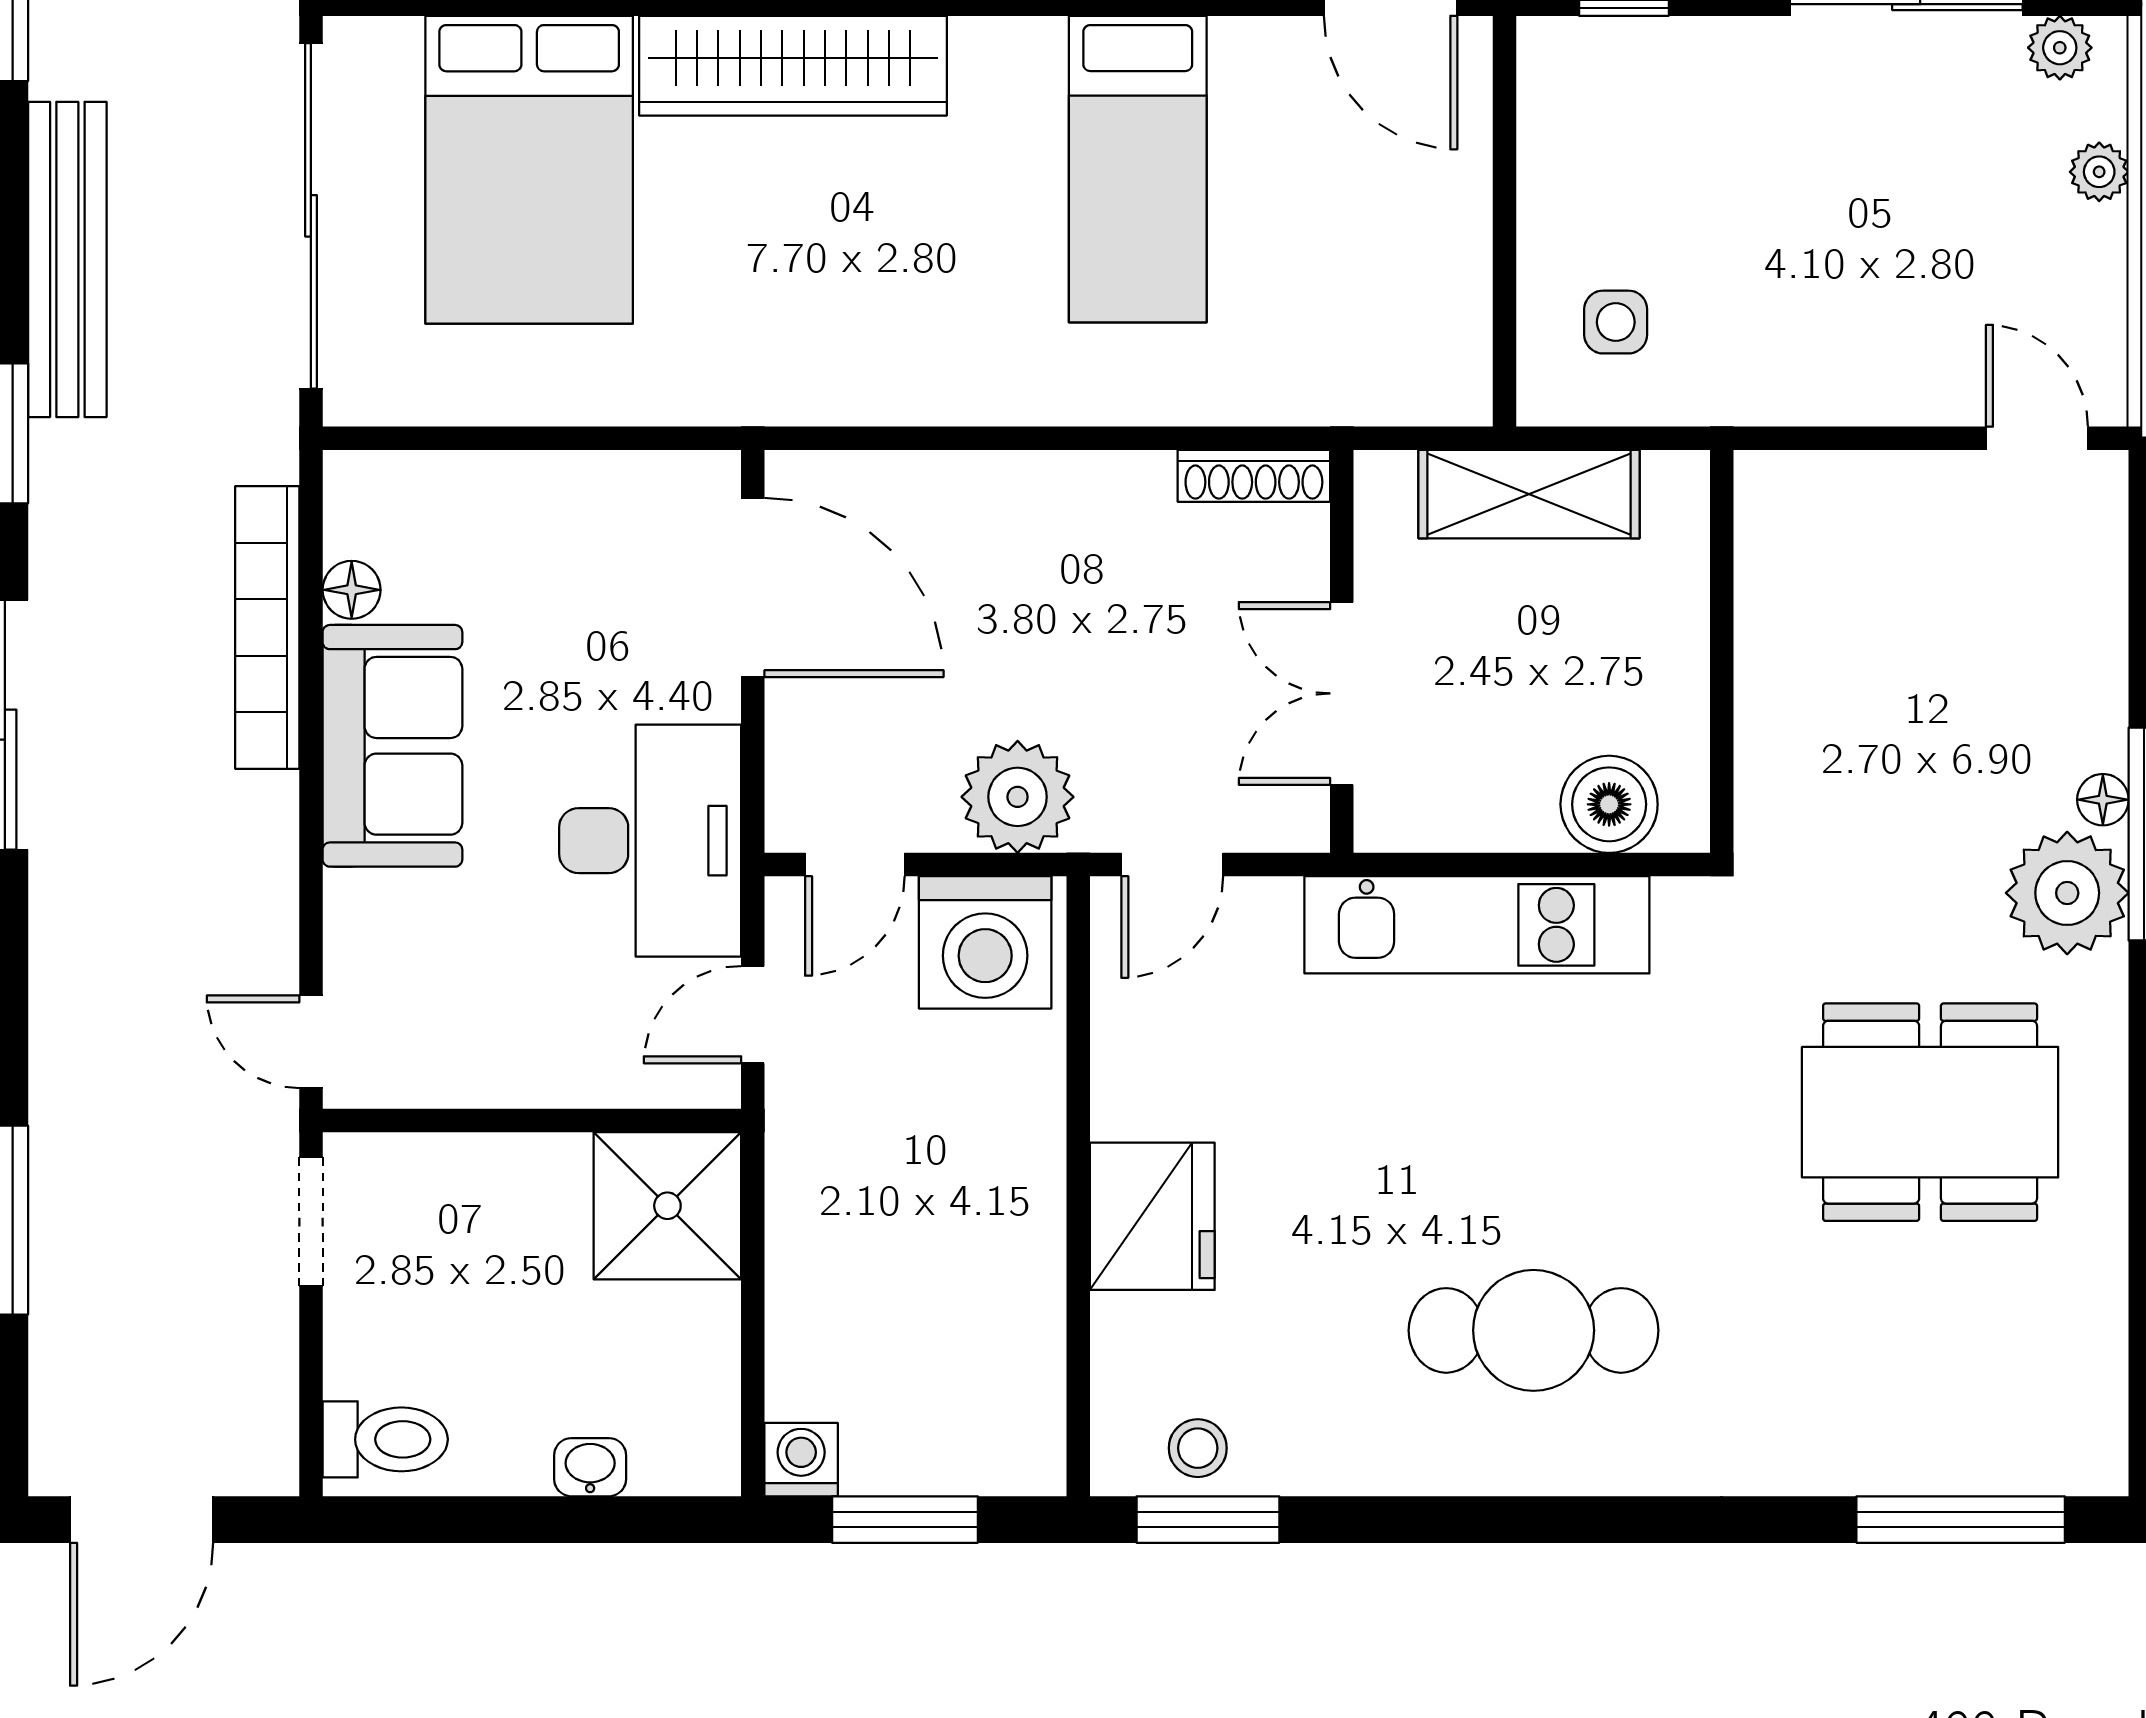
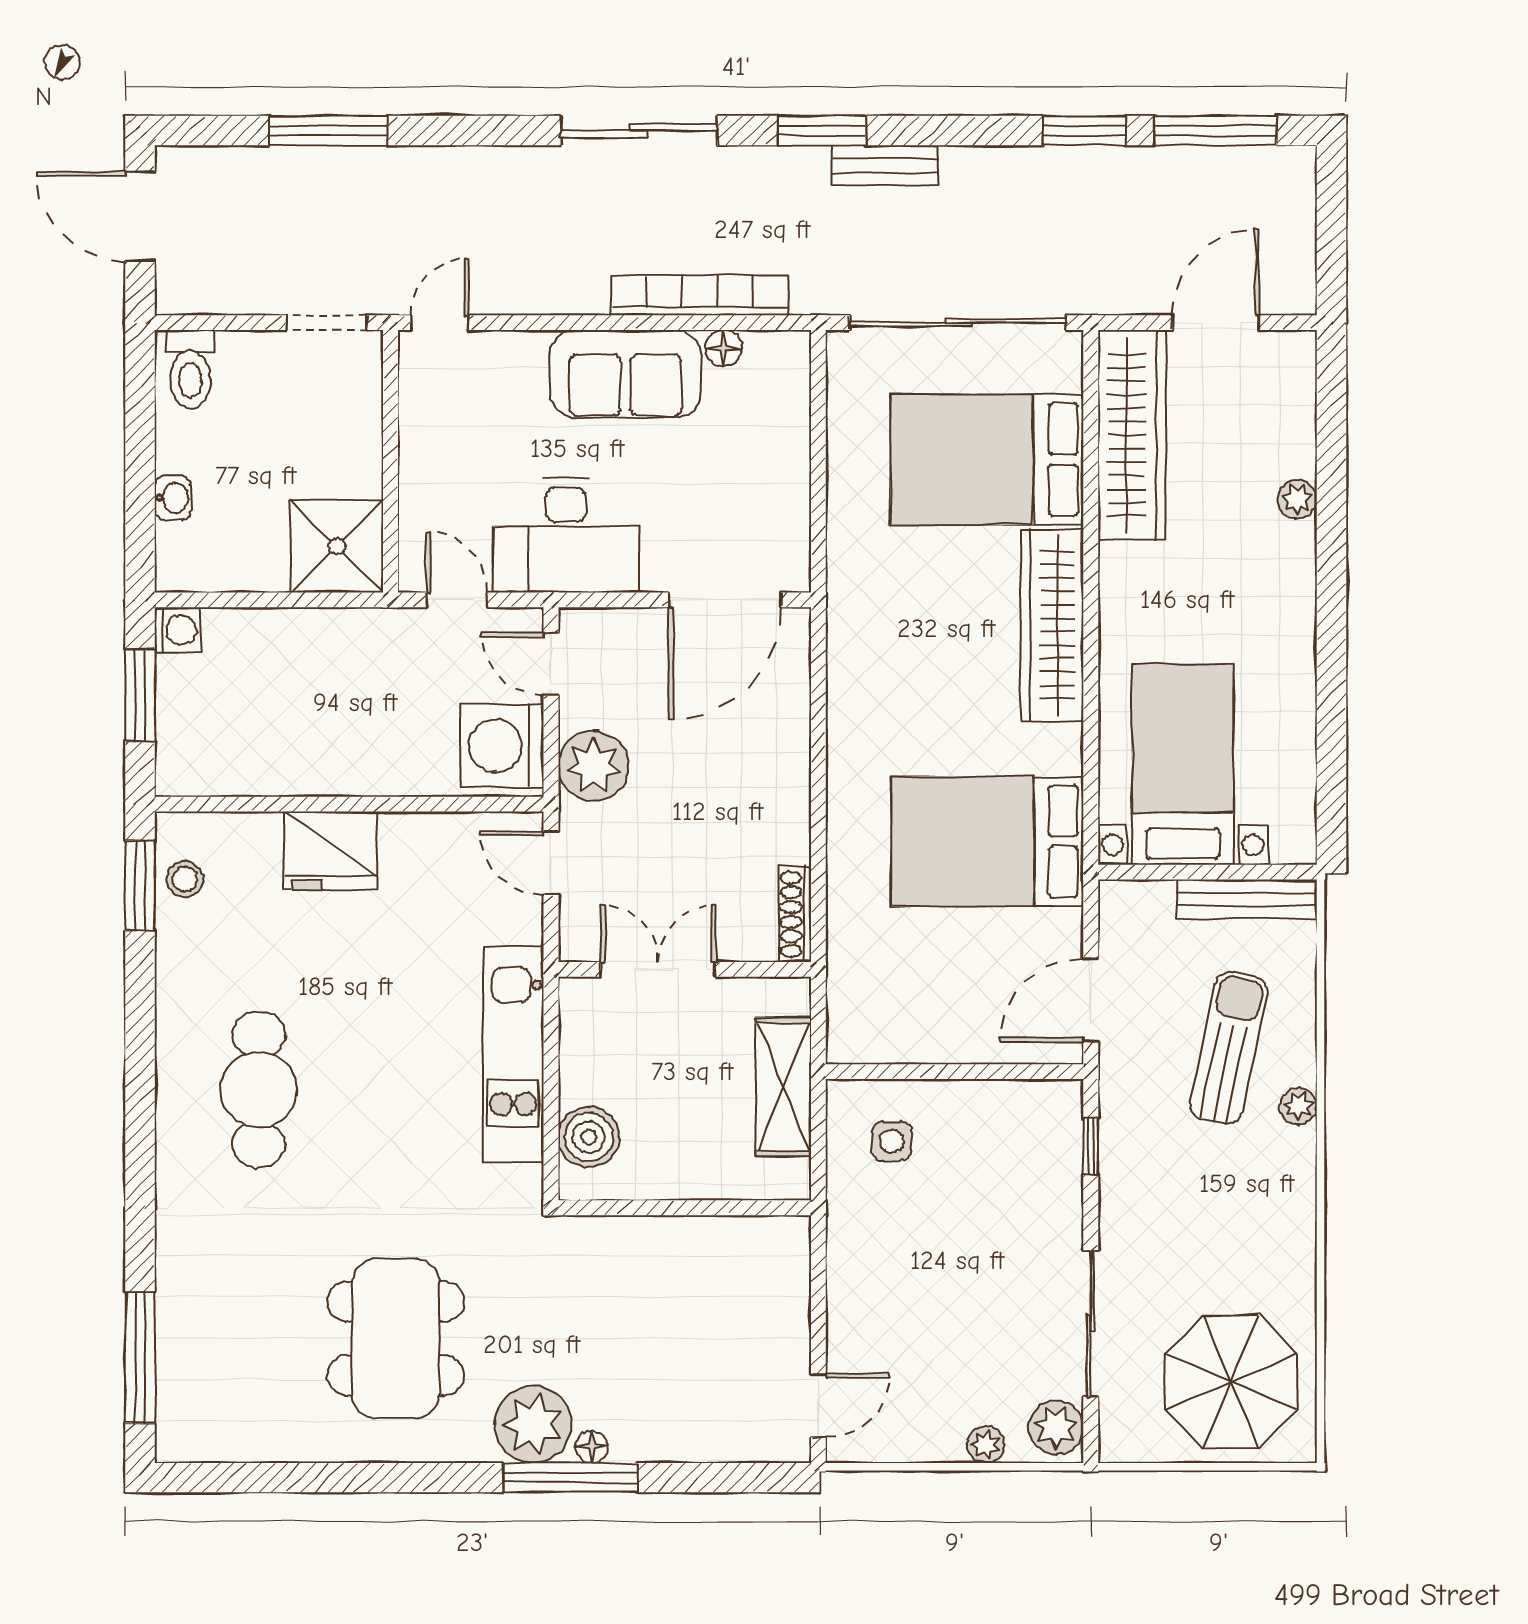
plant: (2060, 48) -> (1056, 1427), width x1.38, depth x1.38
bed: (1138, 169) -> (987, 841), width x1.50
bench: (67, 259) -> (885, 165), width x0.54, depth x0.82

